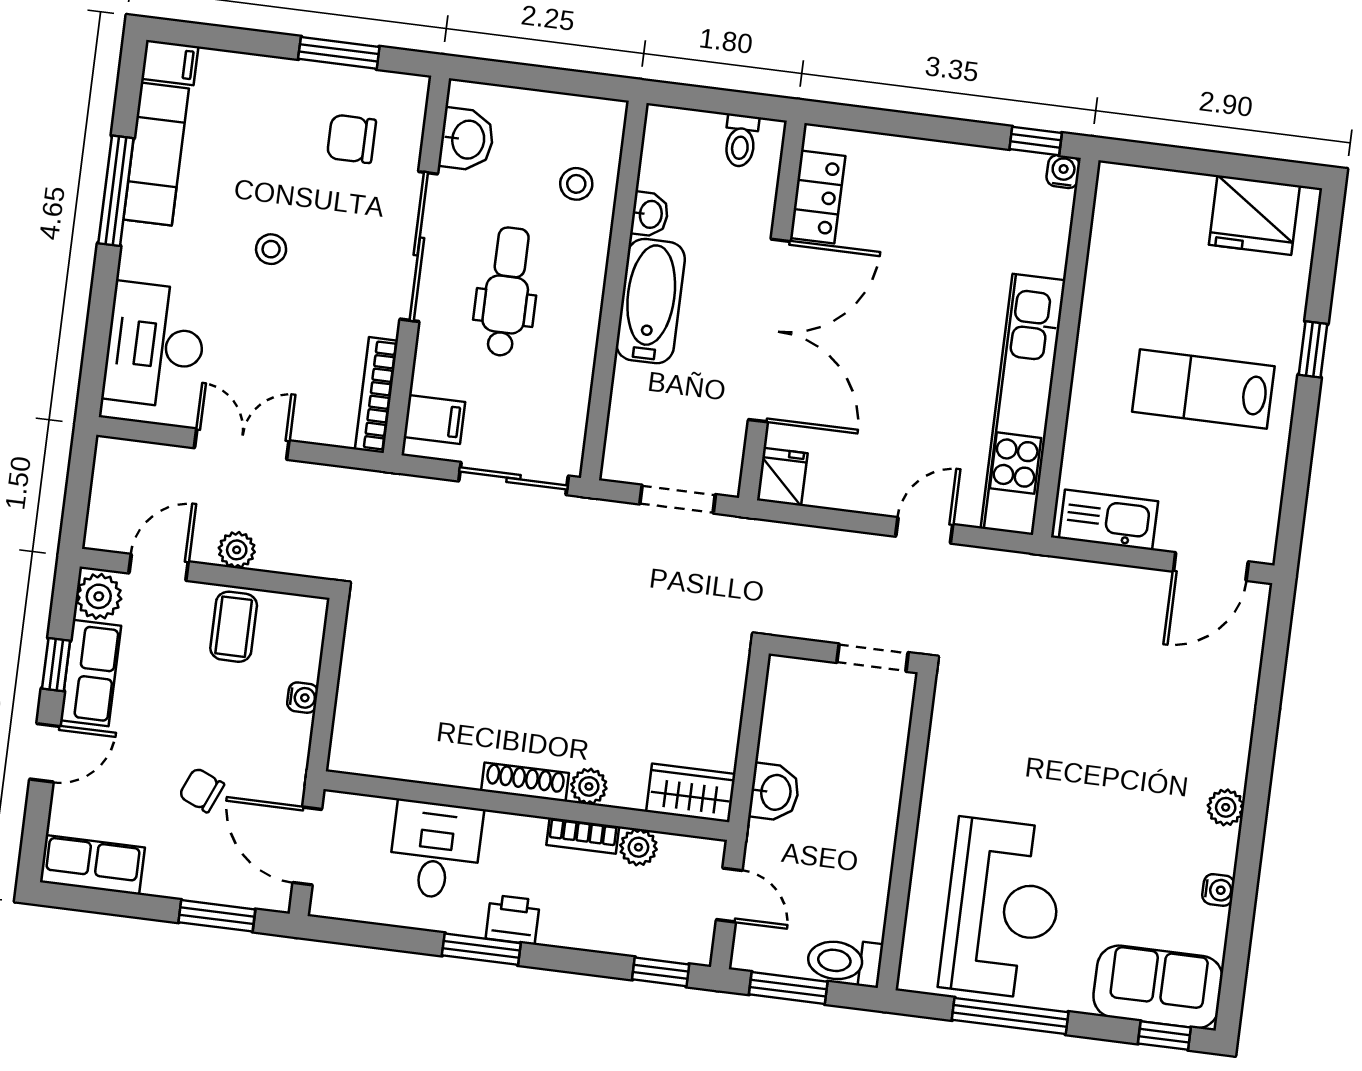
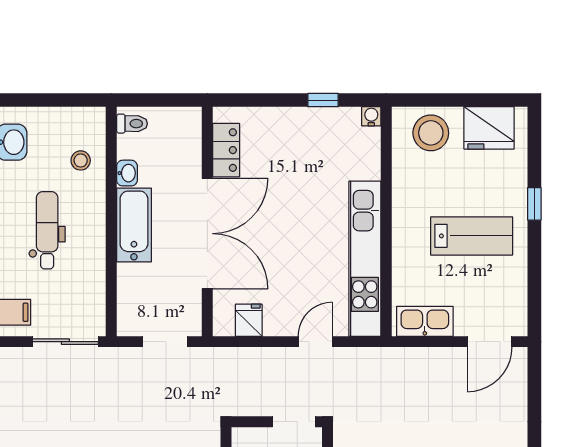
toilet: (741, 141) -> (132, 124), moved, turned -90
window: (1036, 141) -> (323, 100), moved
stool: (1158, 211) -> (431, 133), added
lab bench: (1203, 389) -> (472, 236), turned 180
fridge: (782, 477) -> (249, 320), moved

